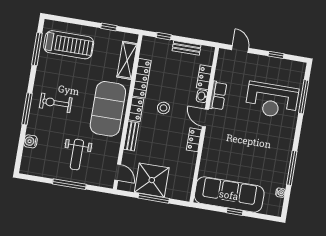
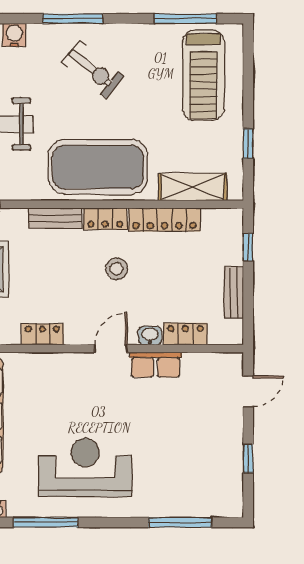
reception desk: (272, 100) -> (85, 467), moved, turned 90
exercise bike: (56, 103) -> (93, 70), turned 129
locker: (194, 140) -> (42, 334), moved

